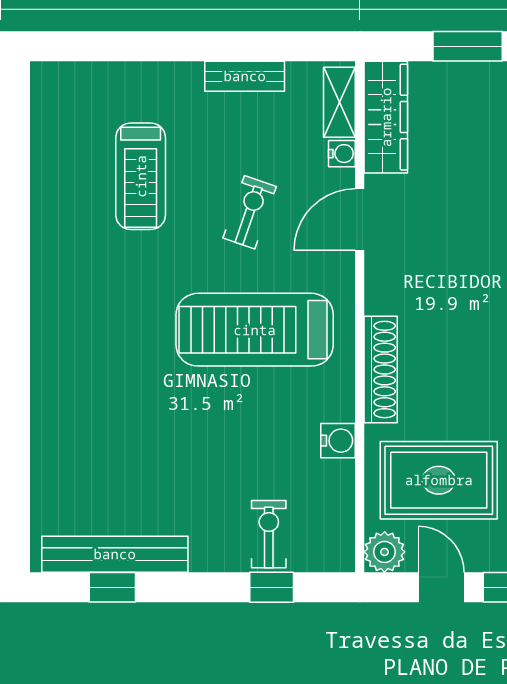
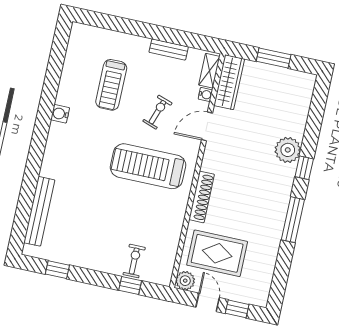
water cooler: (338, 441) -> (60, 114), moved, turned 180
bench: (115, 554) -> (39, 211), moved, turned 90

